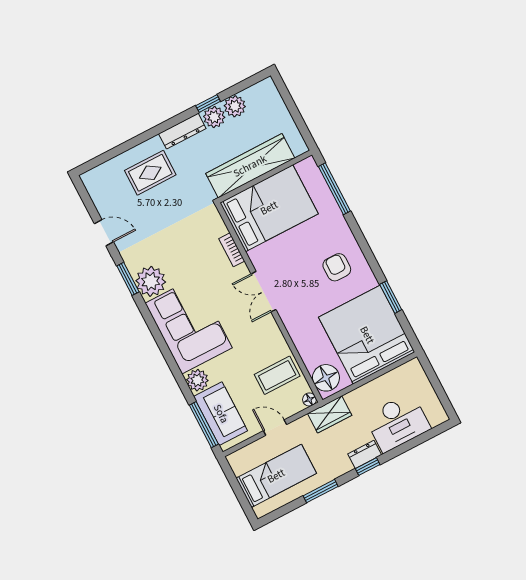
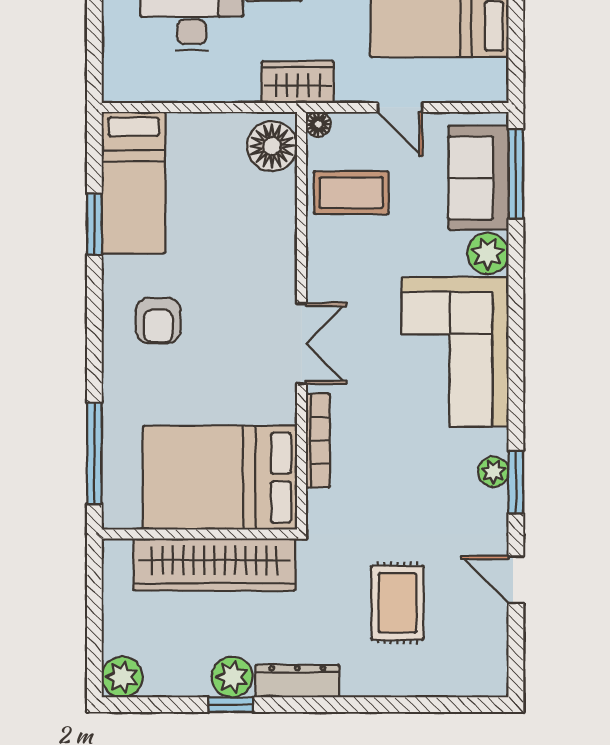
plant: (235, 106) -> (122, 677), moved
rug: (150, 173) -> (397, 603), moved, turned 90
bookcase: (232, 250) -> (318, 441), width x1.56
plant: (151, 281) -> (493, 472), width x0.53, depth x0.53
bed: (367, 335) -> (134, 183), width x0.49

